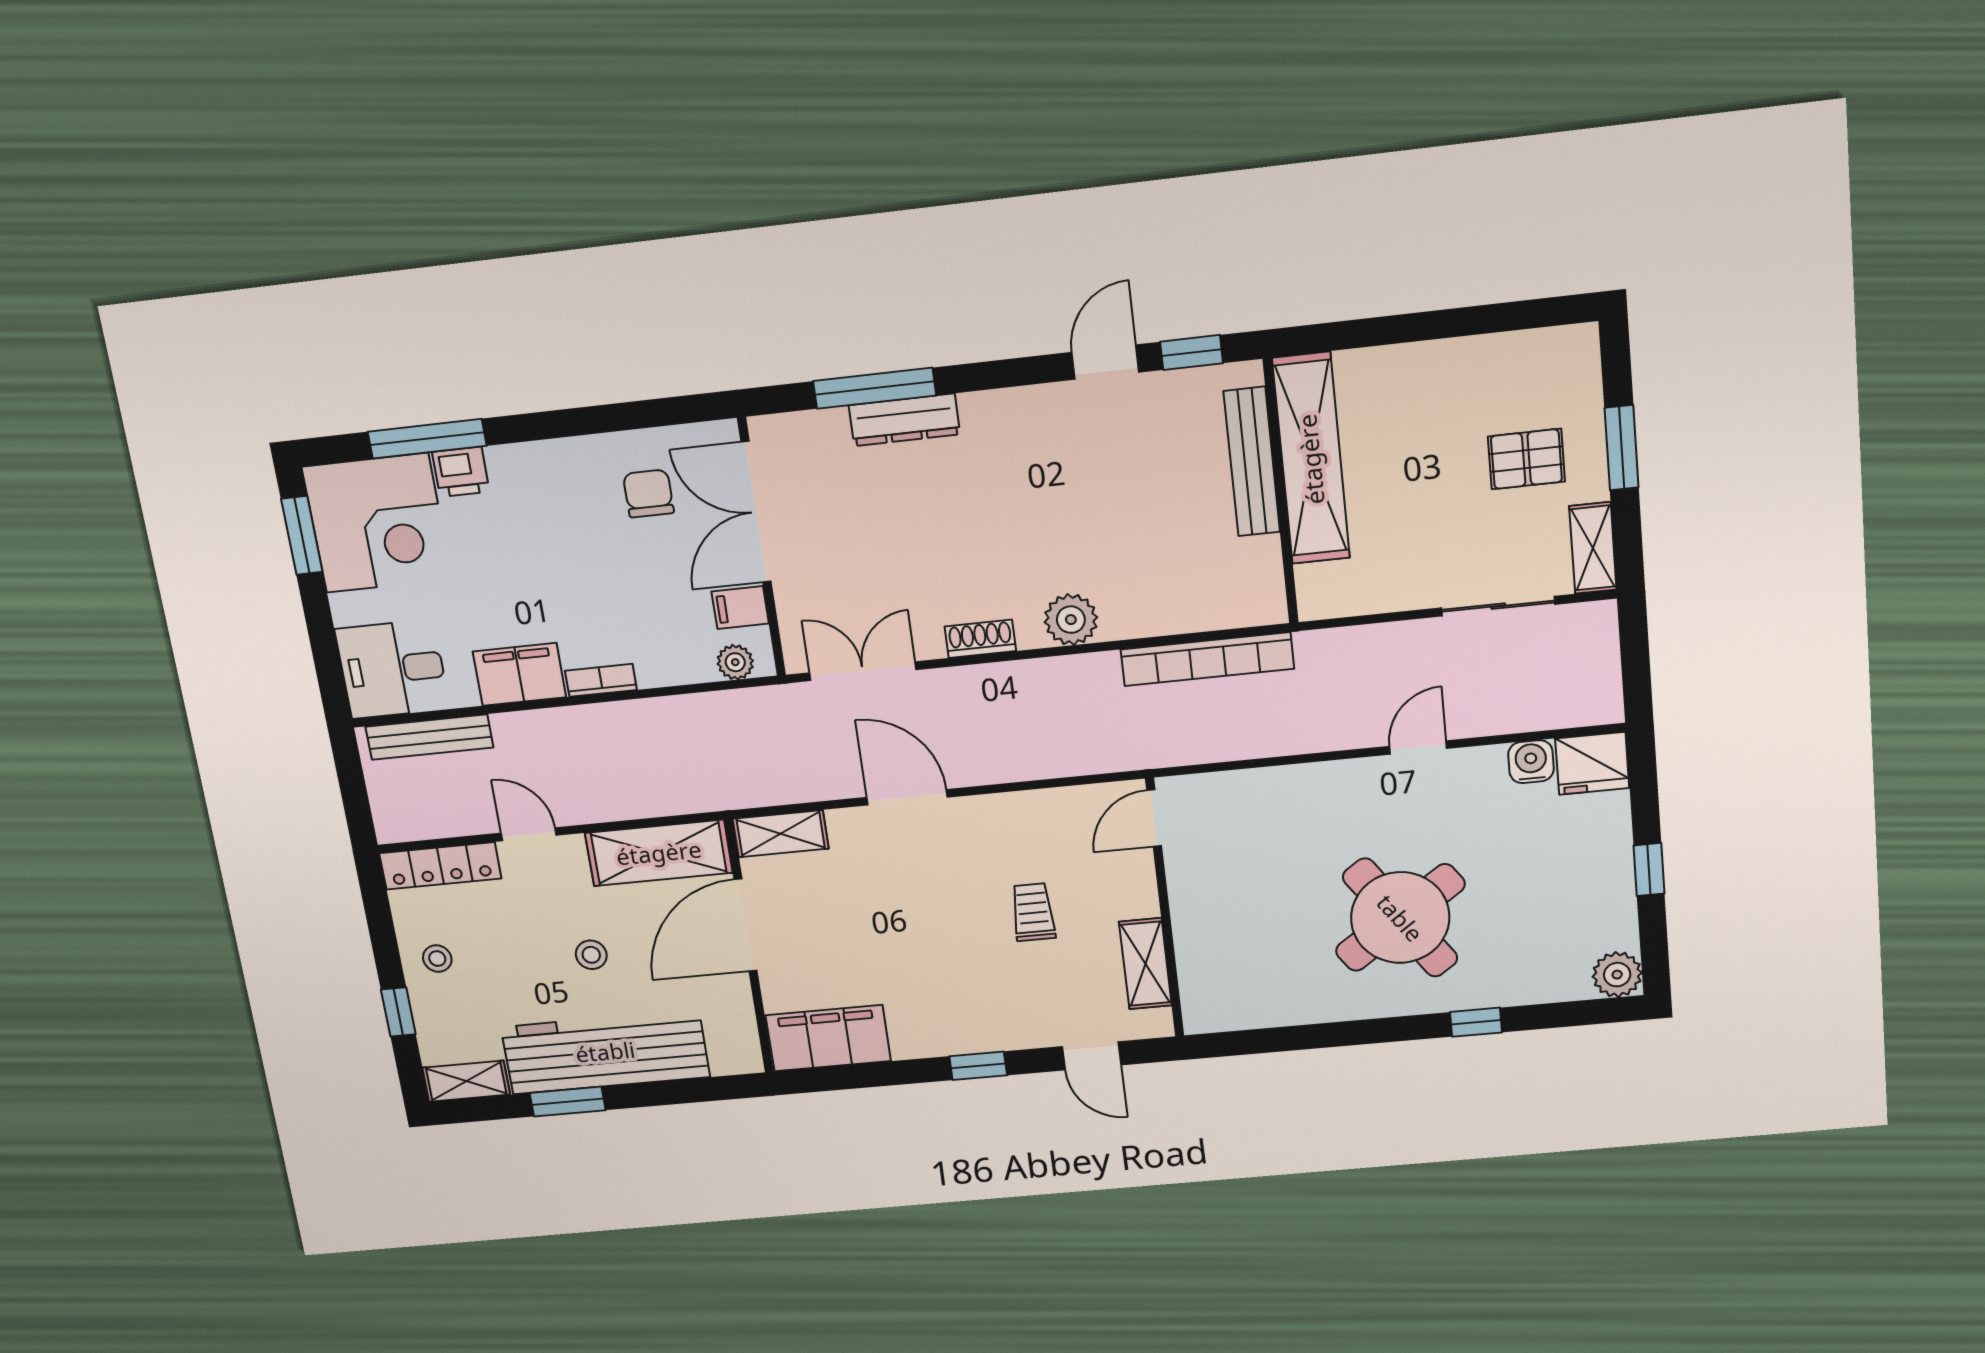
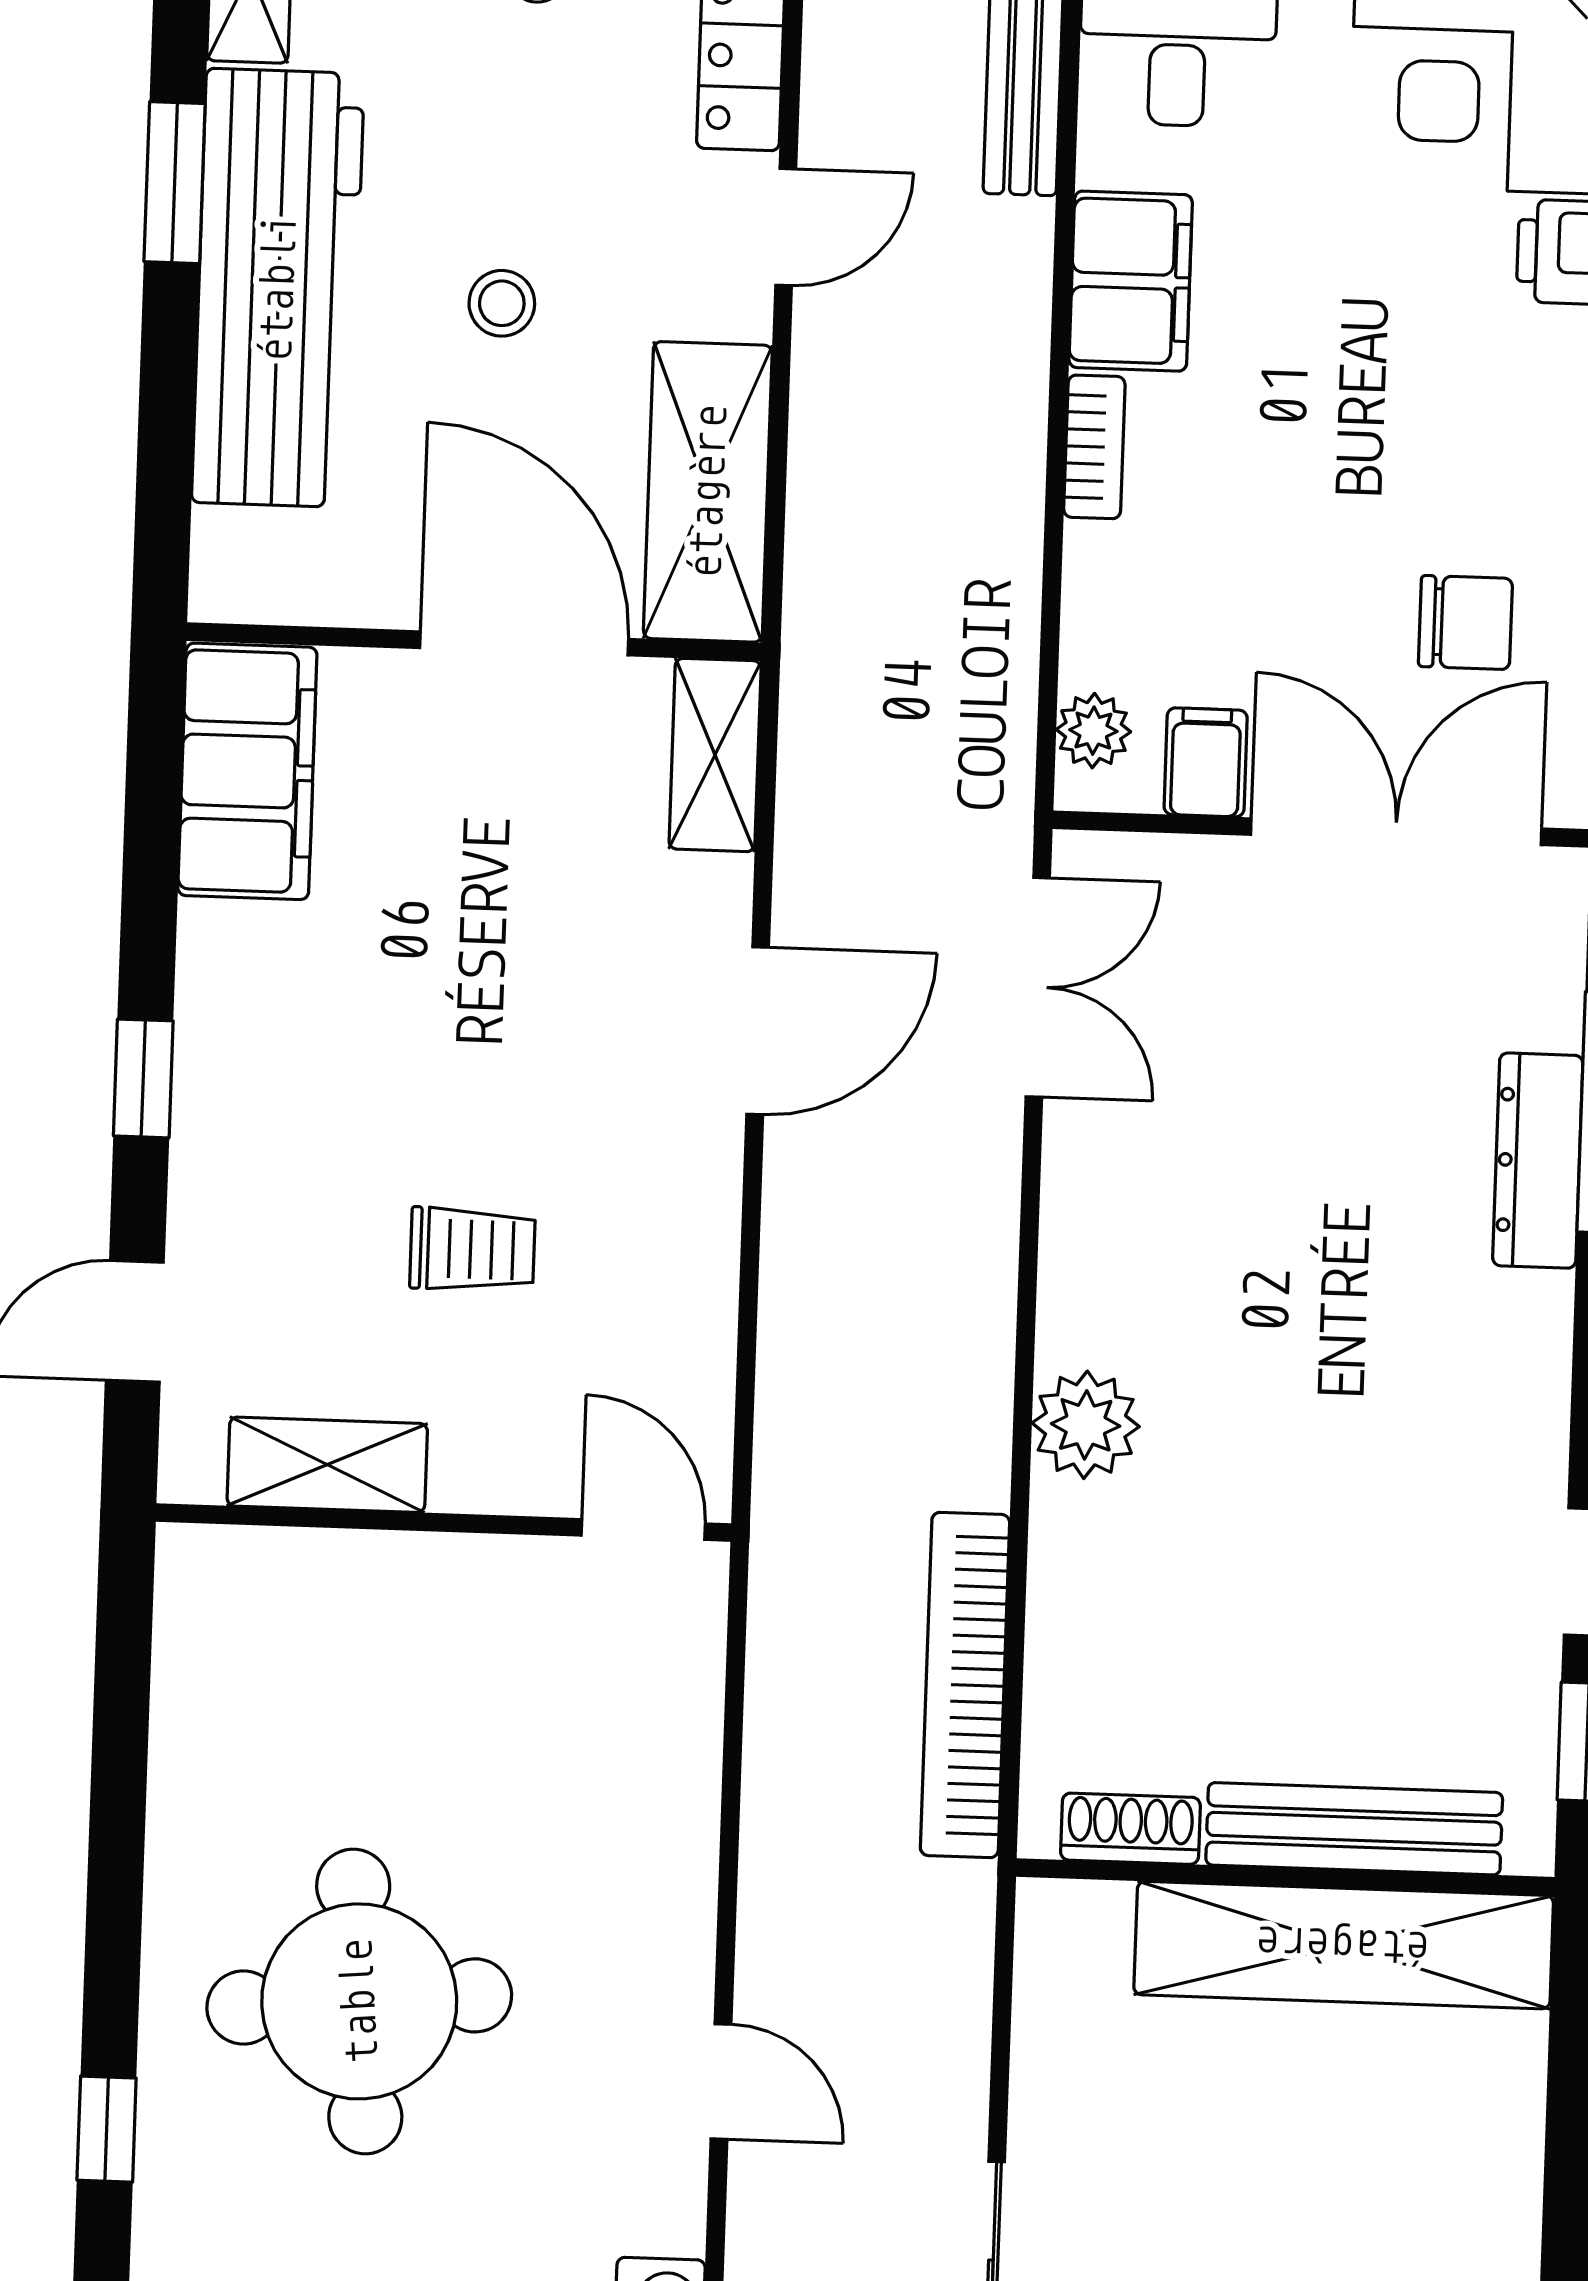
shoe rack: (980, 639) -> (1130, 1829), moved, turned -90
round table: (1400, 918) -> (359, 2001), turned 30

